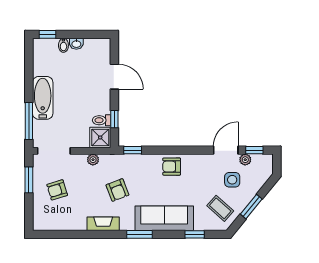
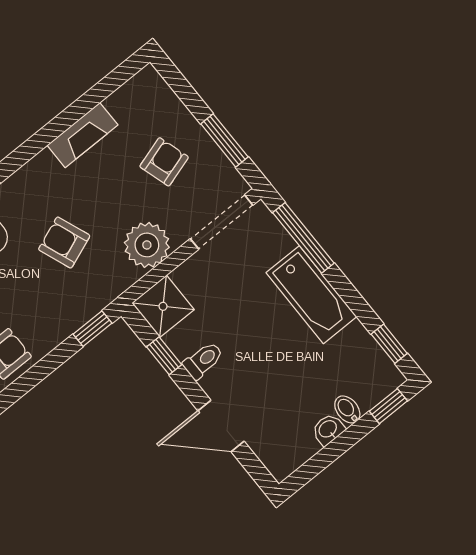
window: (29, 57) -> (389, 344), added
toilet: (102, 120) -> (203, 360), moved
plant: (93, 160) -> (147, 245), width x1.87, depth x1.87
fireplace: (103, 224) -> (82, 135), moved

